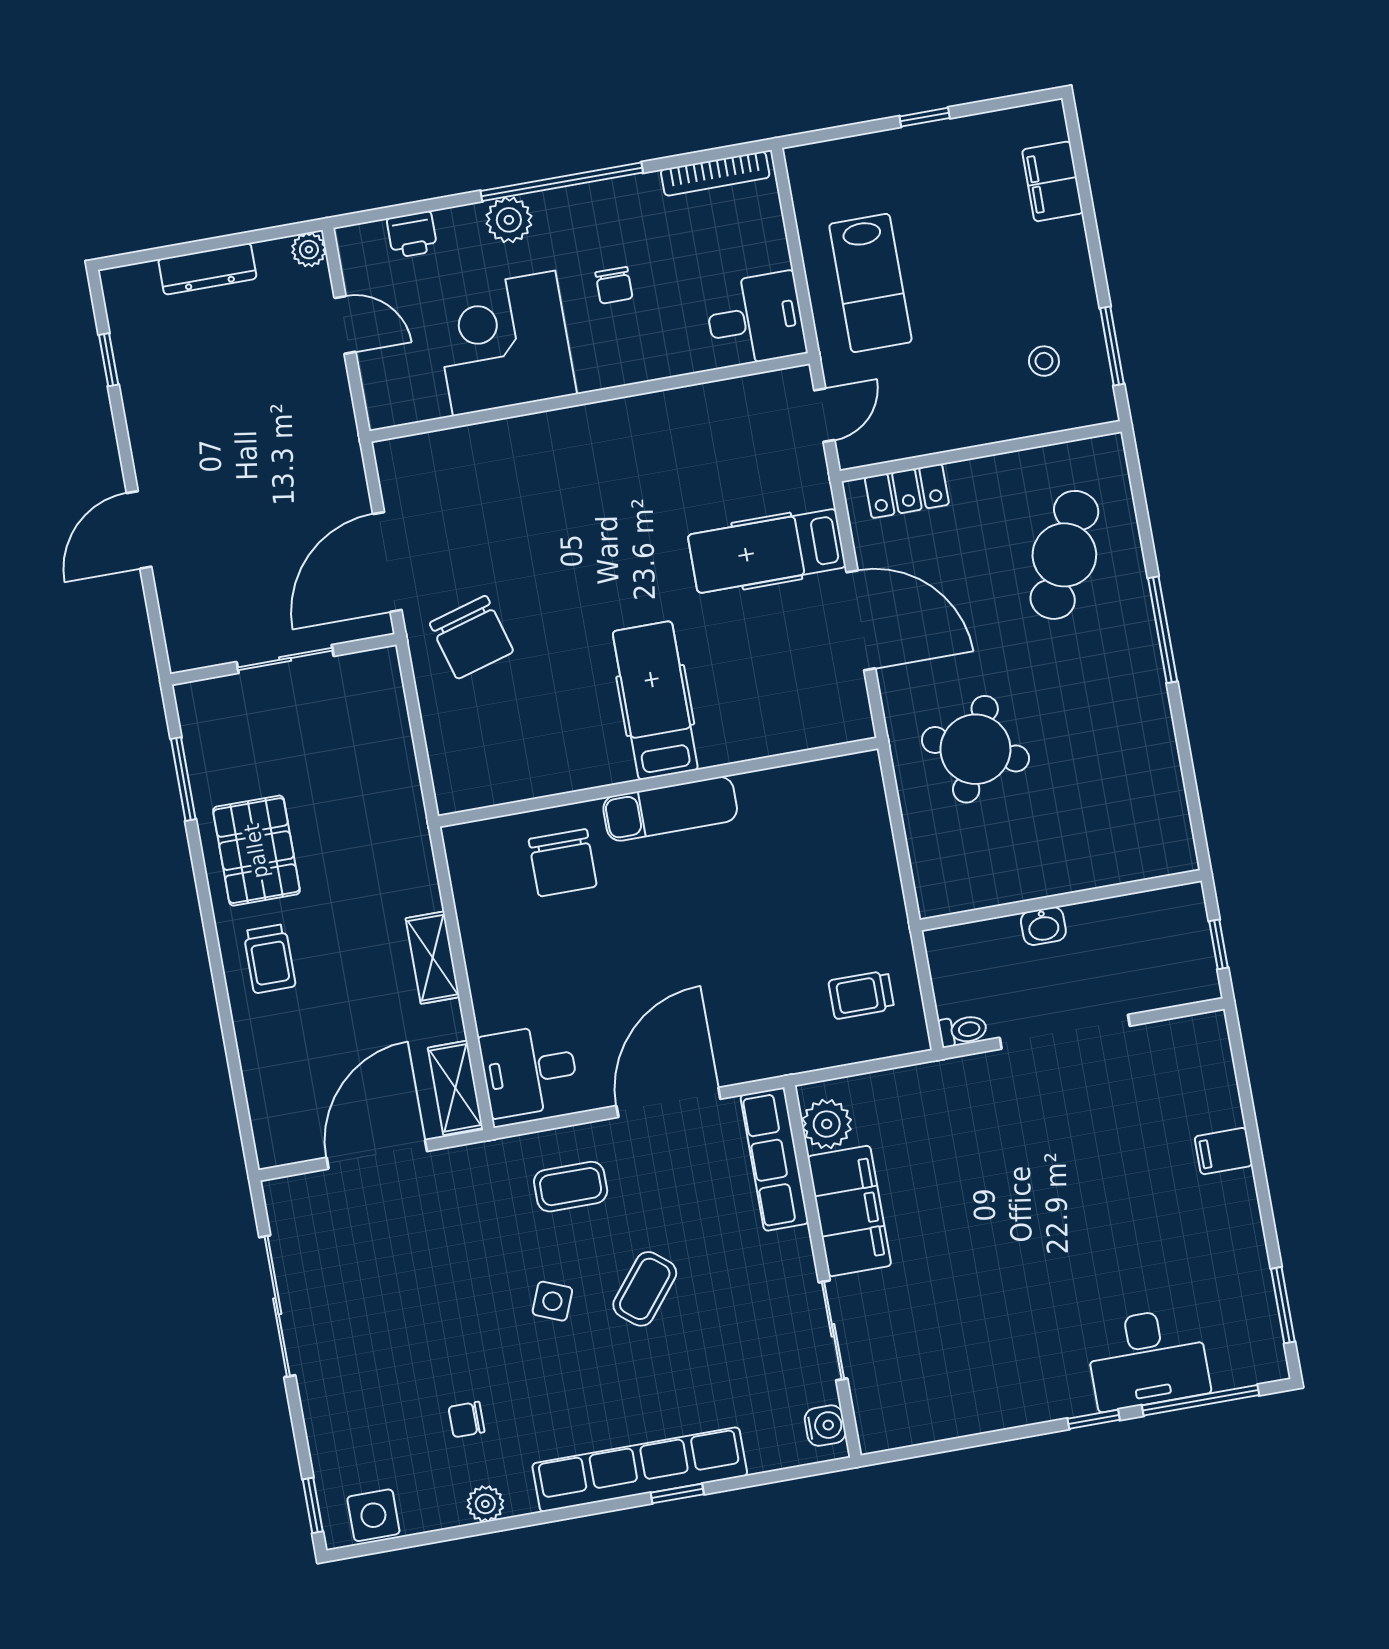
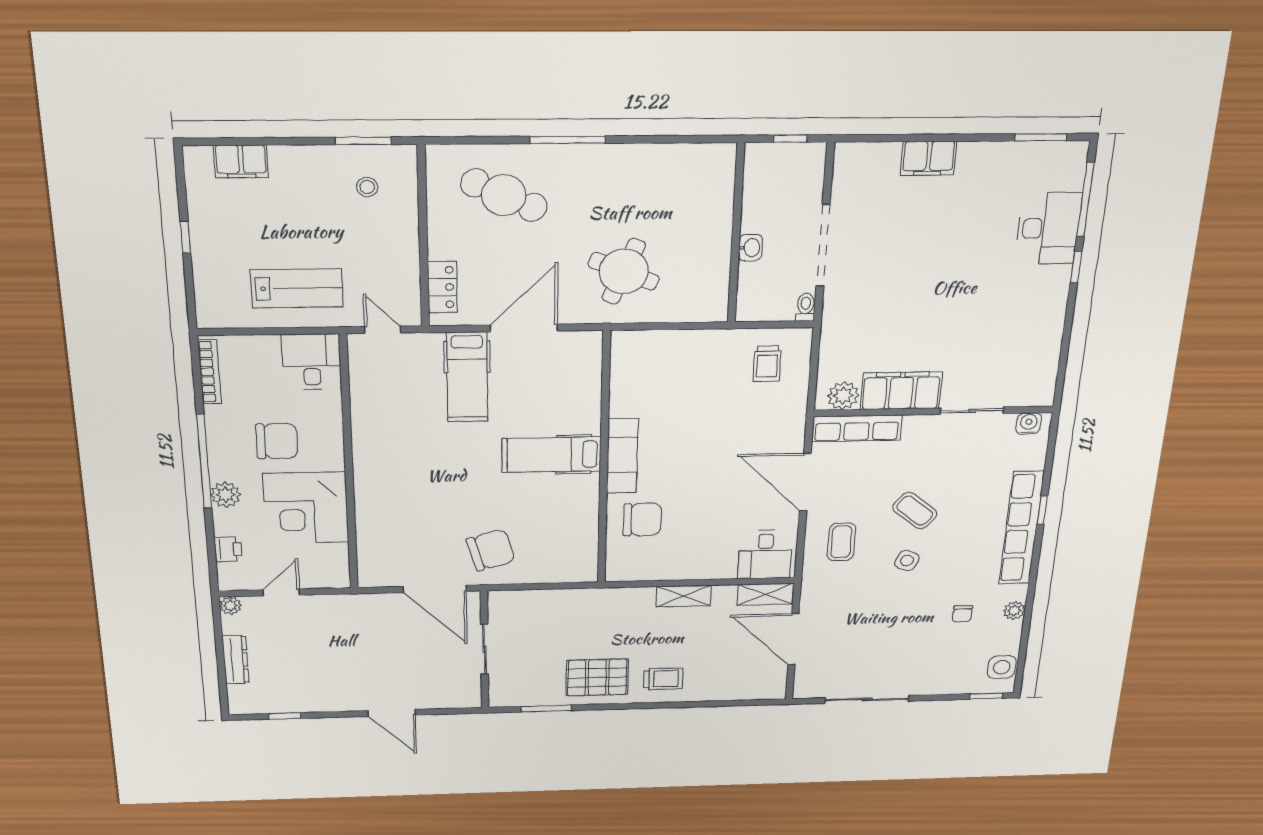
chair: (614, 285) -> (277, 441), width x1.87, depth x1.87
filing cabinet: (1224, 1151) -> (929, 158), width x2.00

